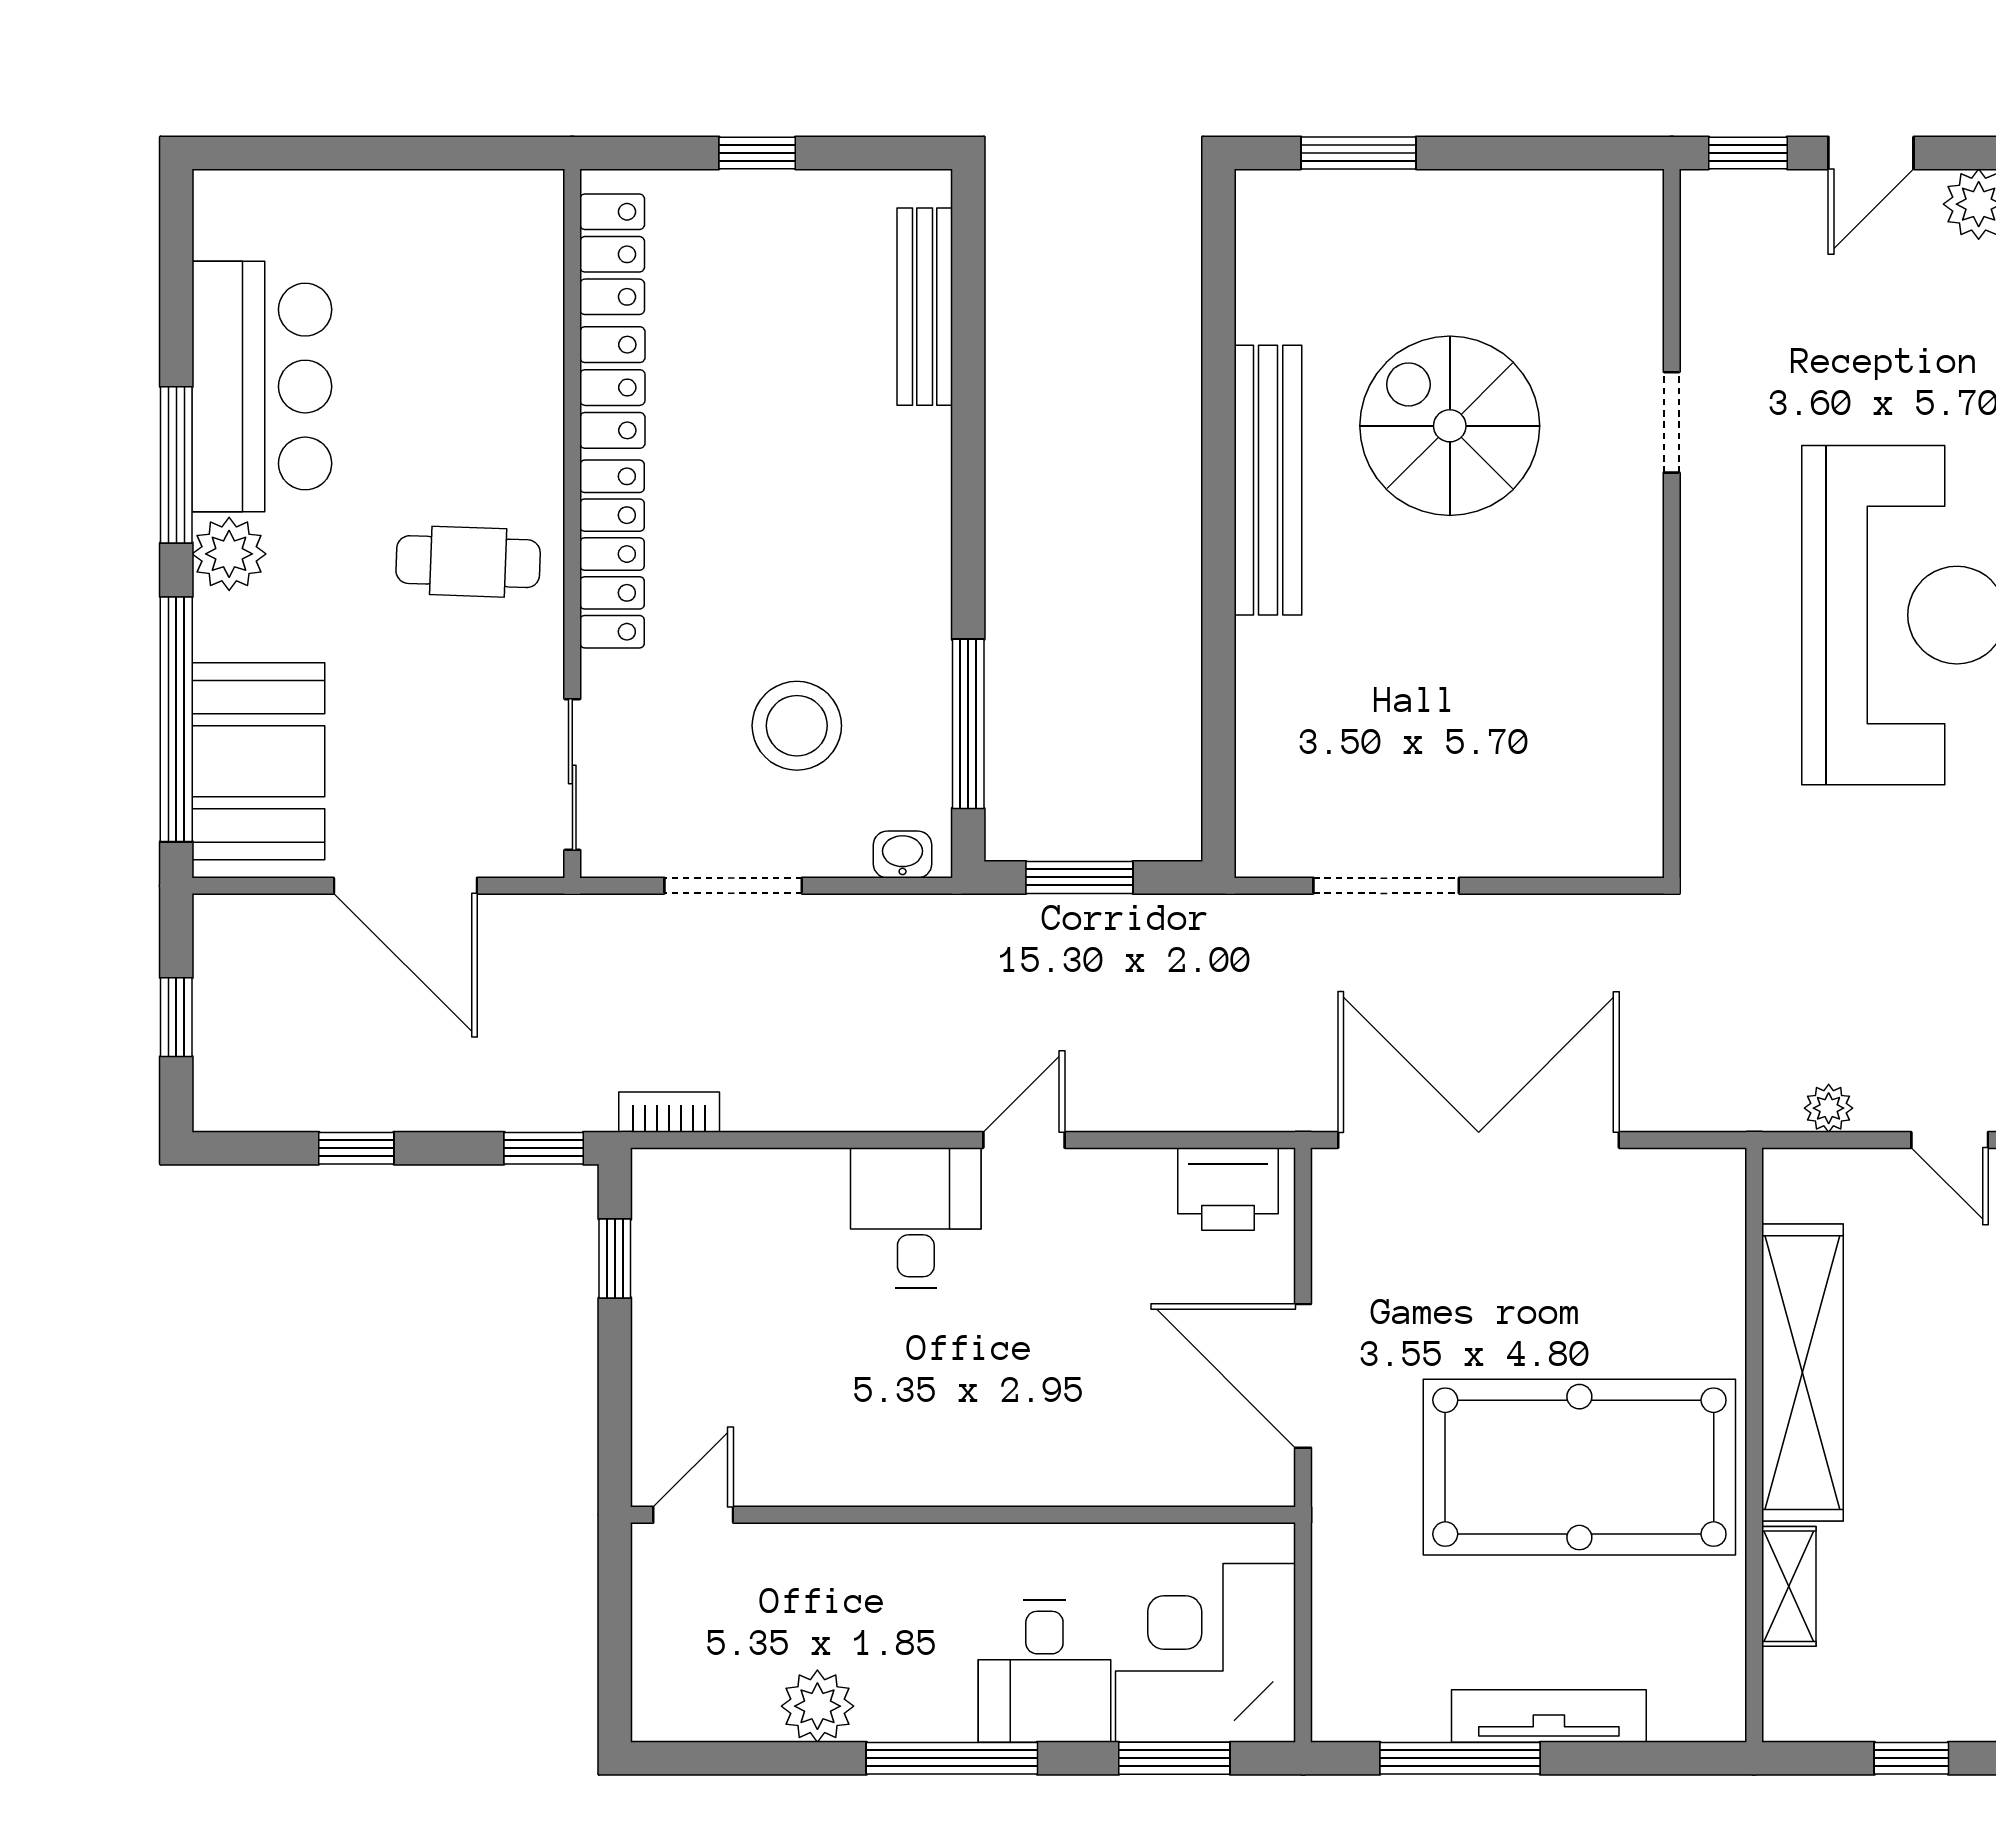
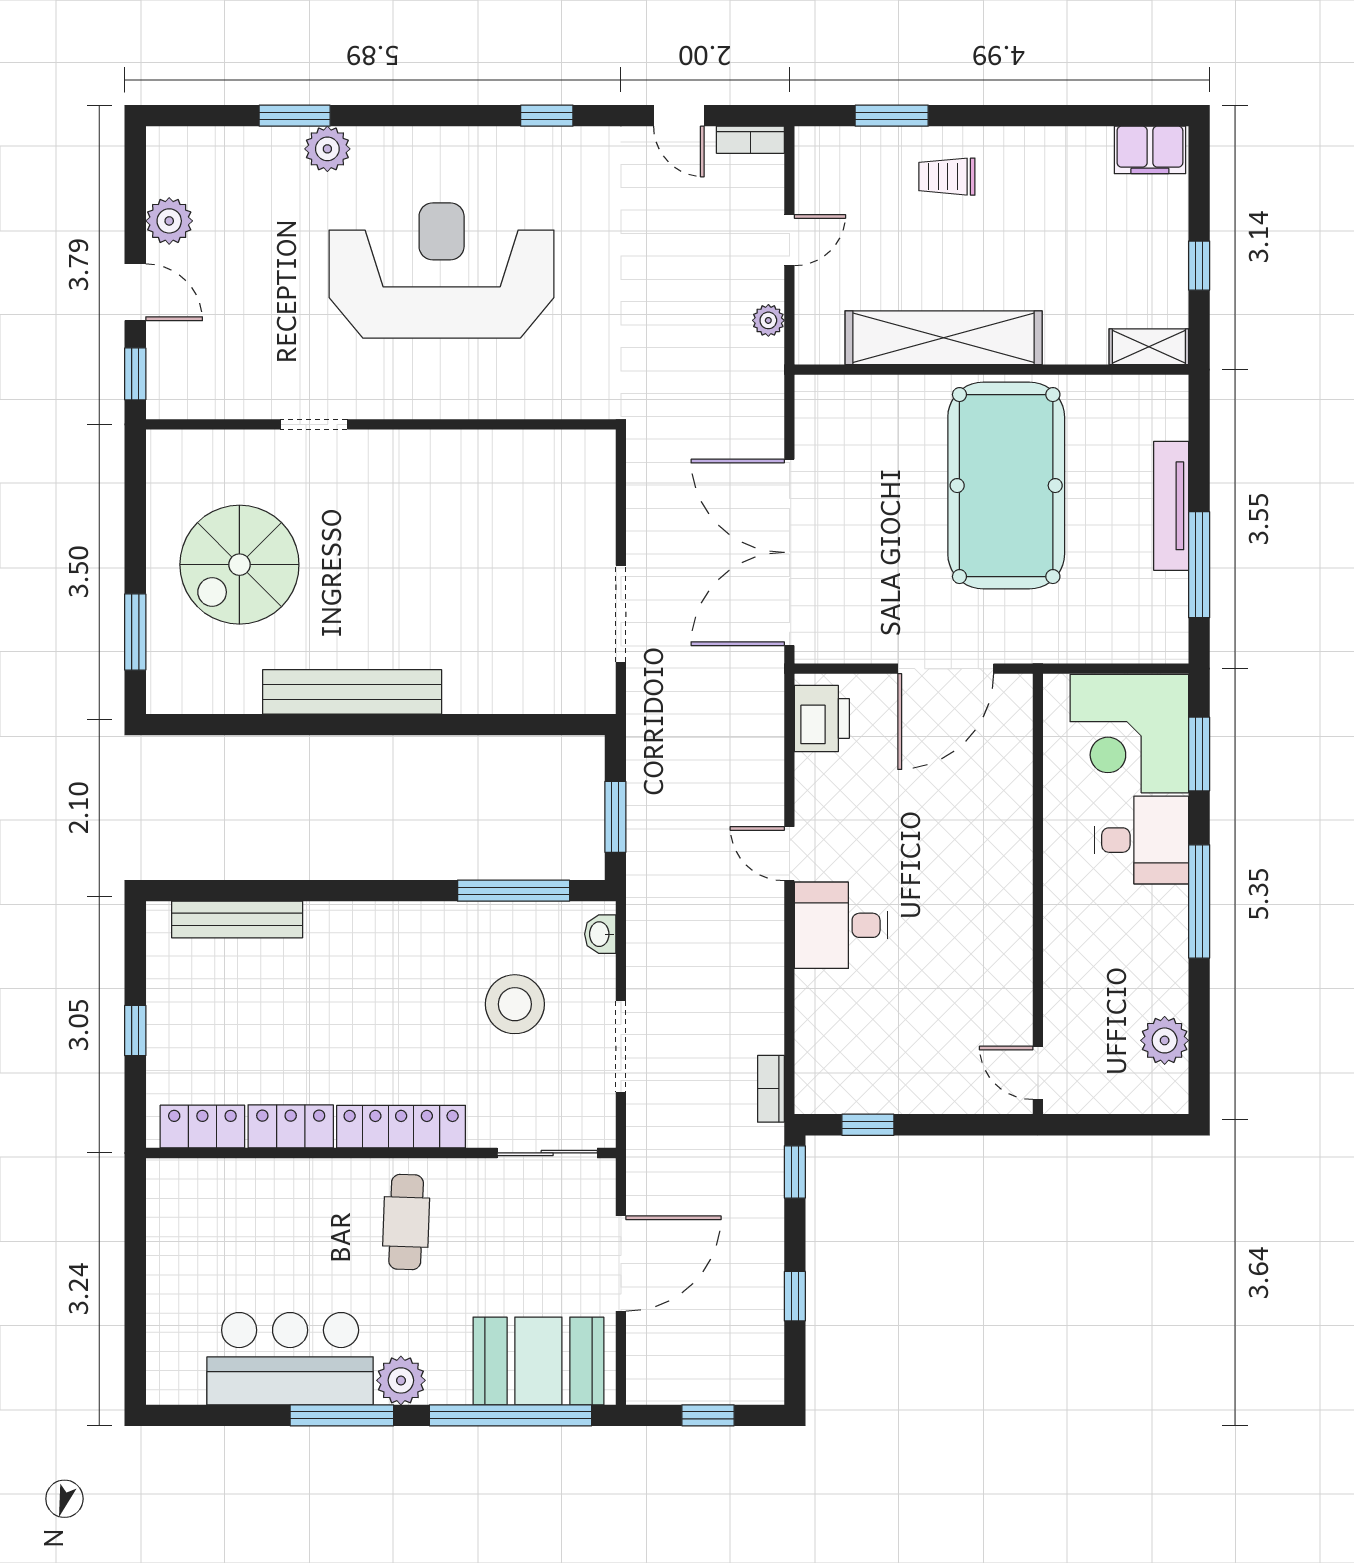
spiral stairs: (1450, 426) -> (239, 565), moved
shelving: (1789, 1586) -> (1149, 347), moved
plant: (817, 1706) -> (1165, 1040), moved

